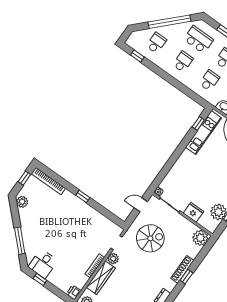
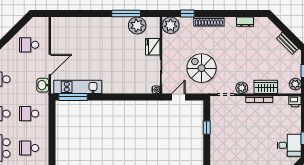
window: (198, 123) -> (73, 97), width x2.17
window: (83, 196) -> (207, 128), moved
door: (141, 205) -> (178, 97), swing flipped
window: (186, 277) -> (187, 14), moved
wardrobe: (101, 278) -> (266, 87), width x0.67

